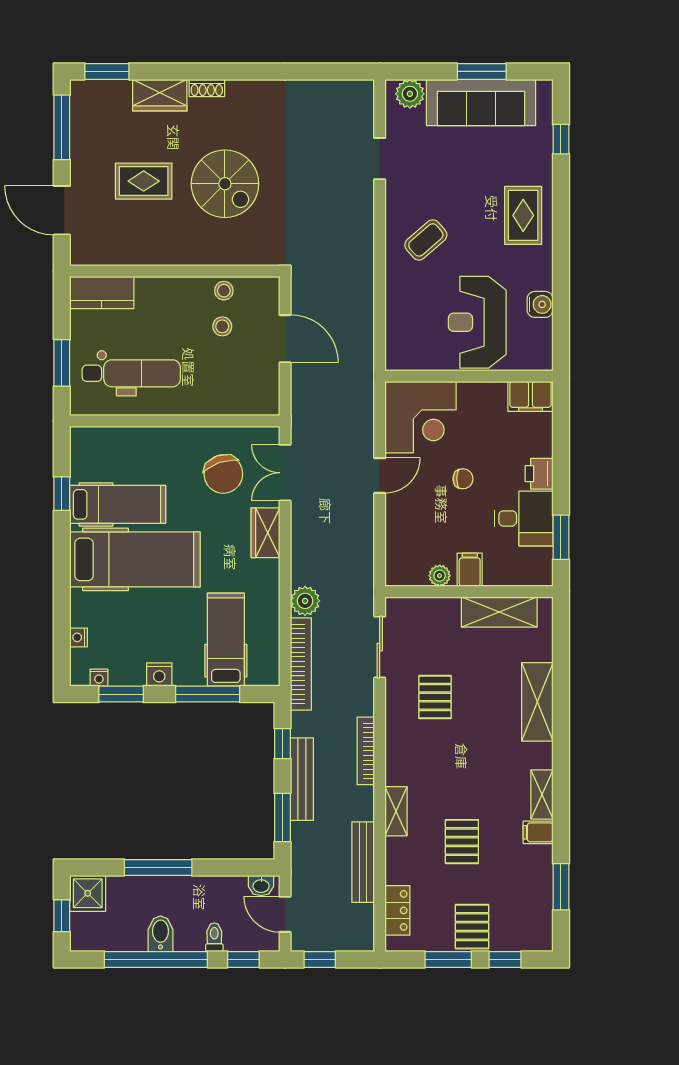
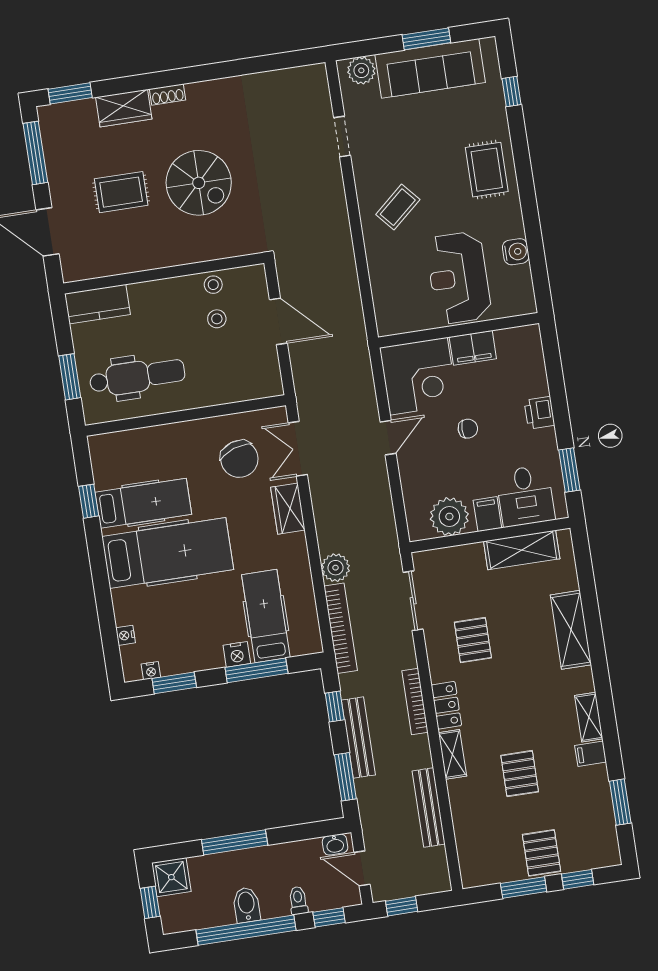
filing cabinet: (531, 396) -> (473, 348), moved
desk: (524, 518) -> (525, 496), moved, turned 90
plant: (440, 576) -> (449, 517), width x1.88, depth x1.88
nightstand: (159, 674) -> (237, 654), moved
locker: (397, 910) -> (446, 705), moved

